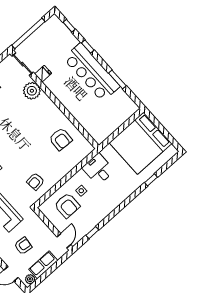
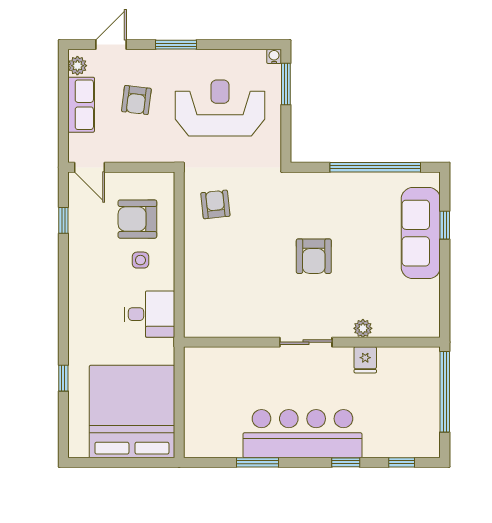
sliding door: (23, 64) -> (306, 342), moved
plant: (32, 91) -> (363, 328), width x0.53, depth x0.53
armchair: (61, 139) -> (314, 256), moved, turned -93

